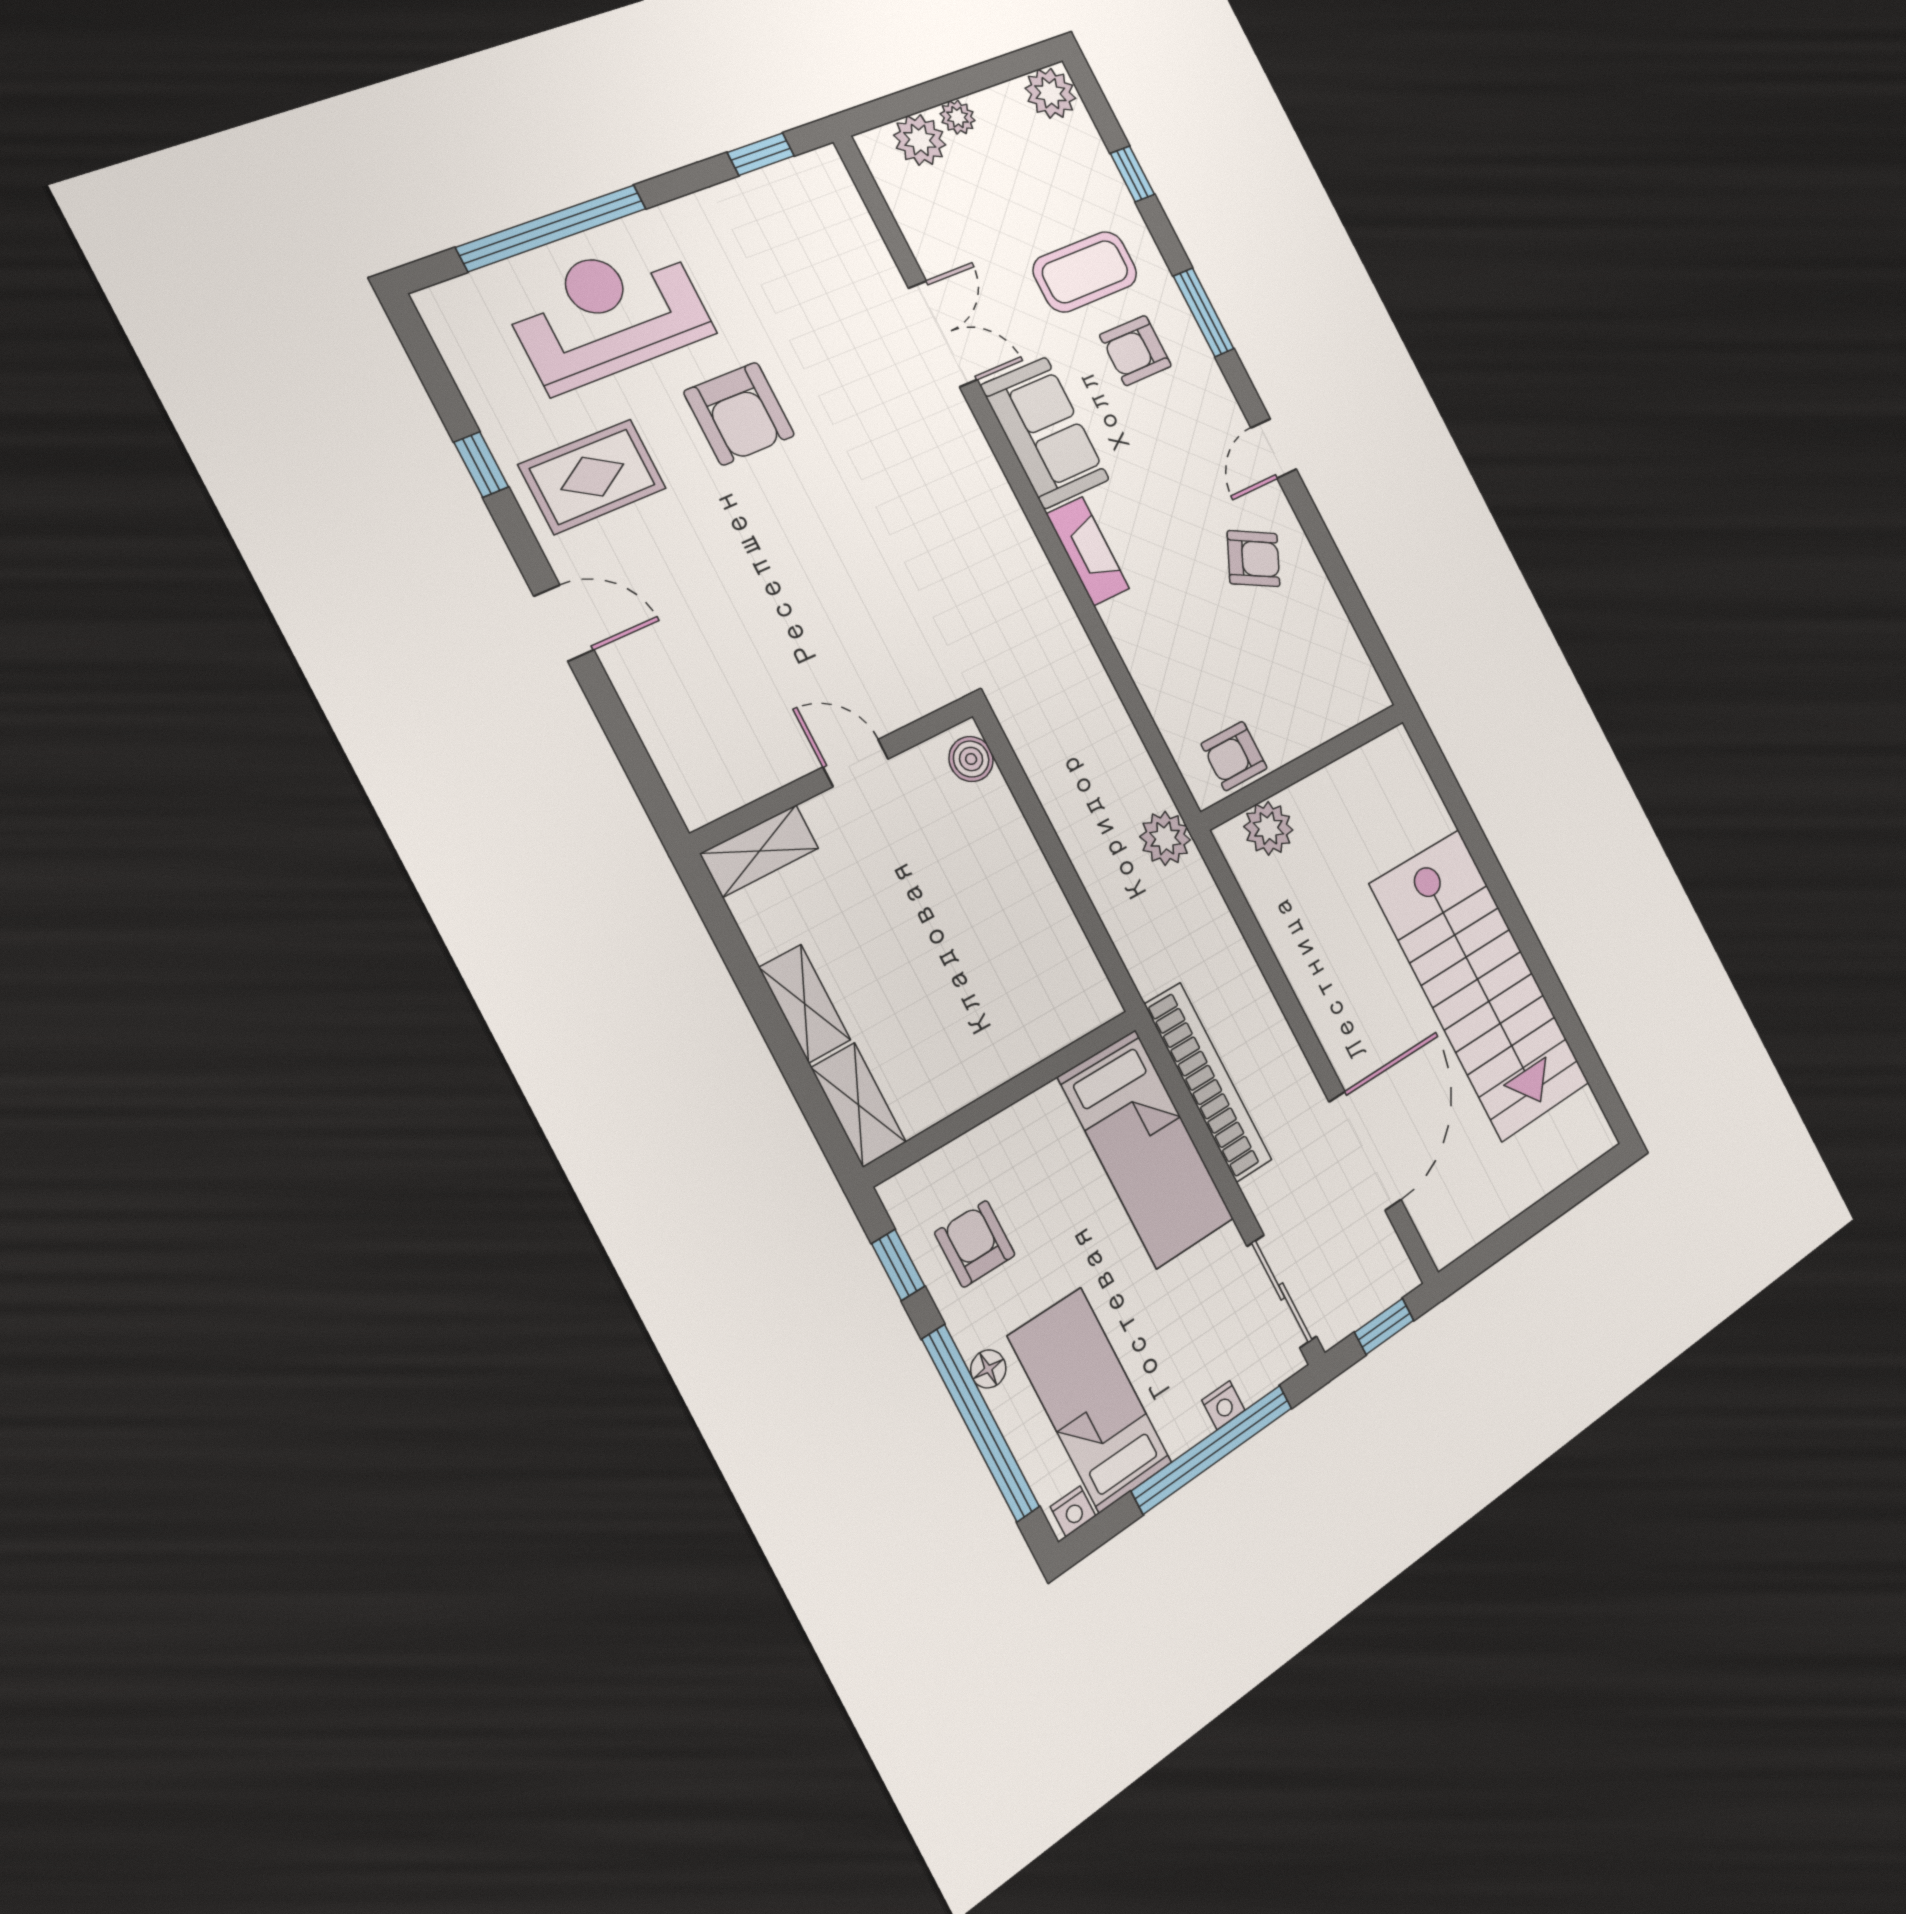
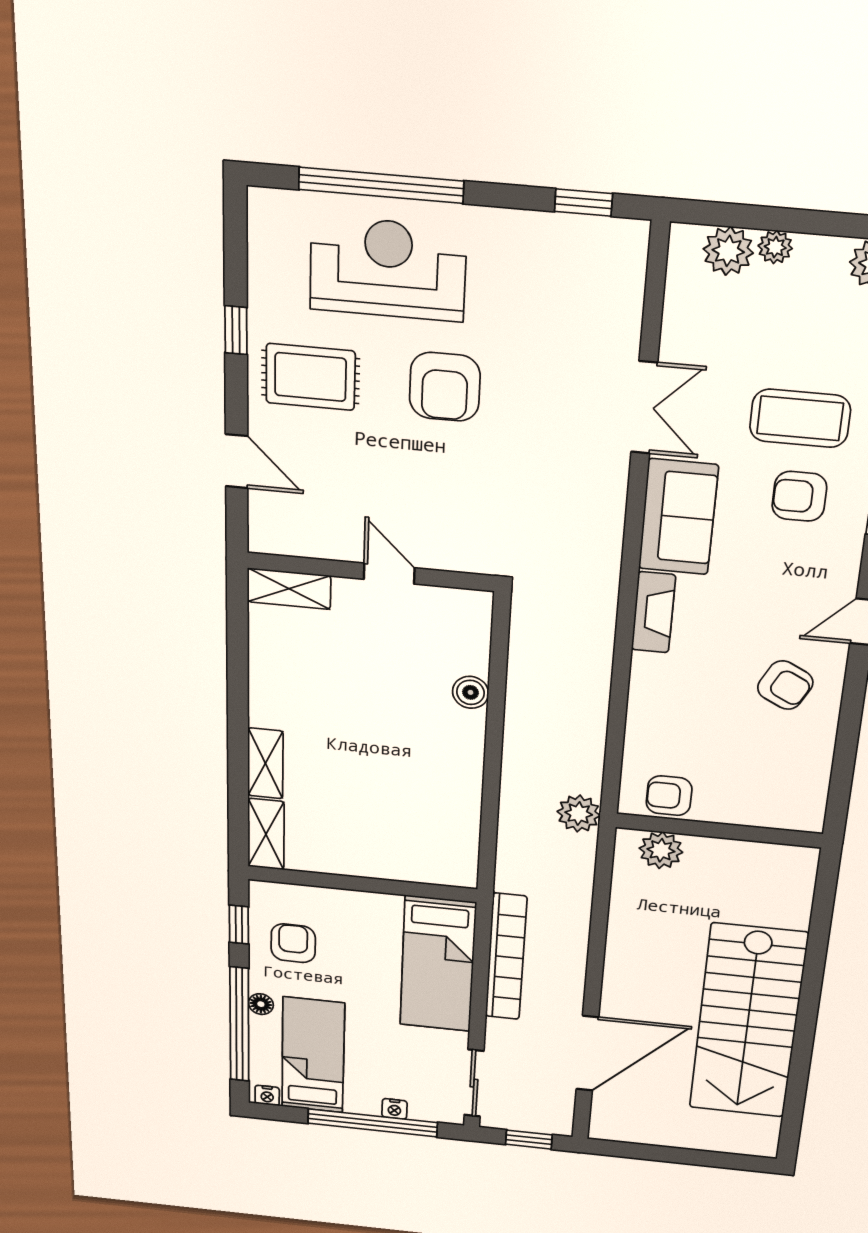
door: (856, 763) -> (389, 574), moved
wall: (835, 773) -> (371, 572), moved
shelving: (759, 851) -> (289, 589), moved

